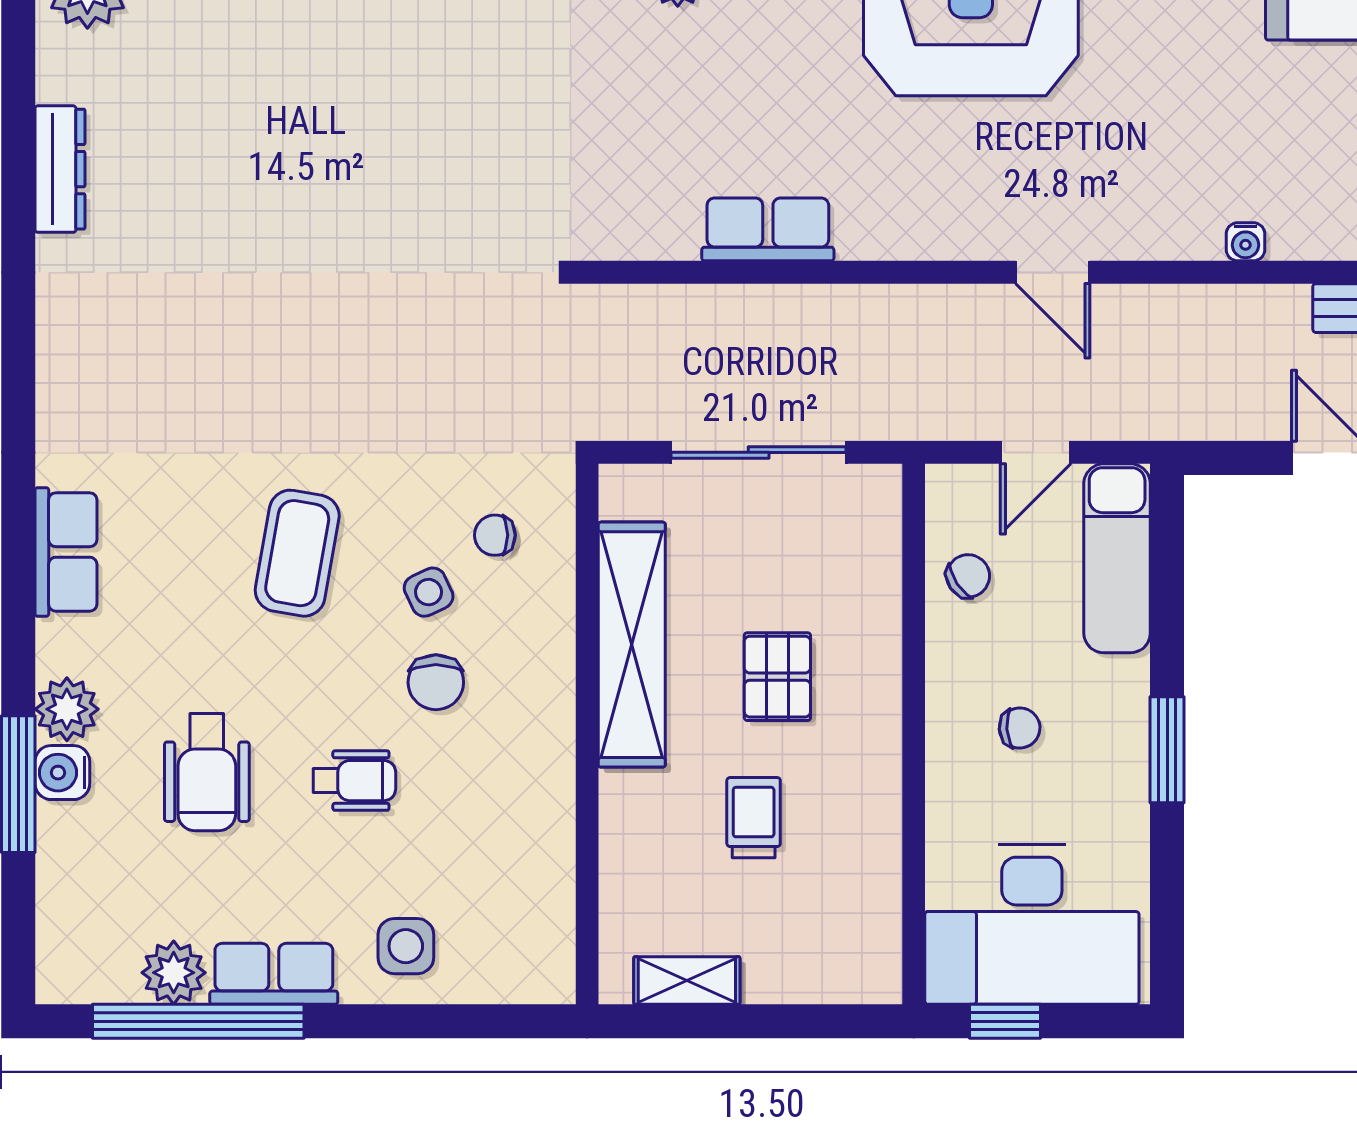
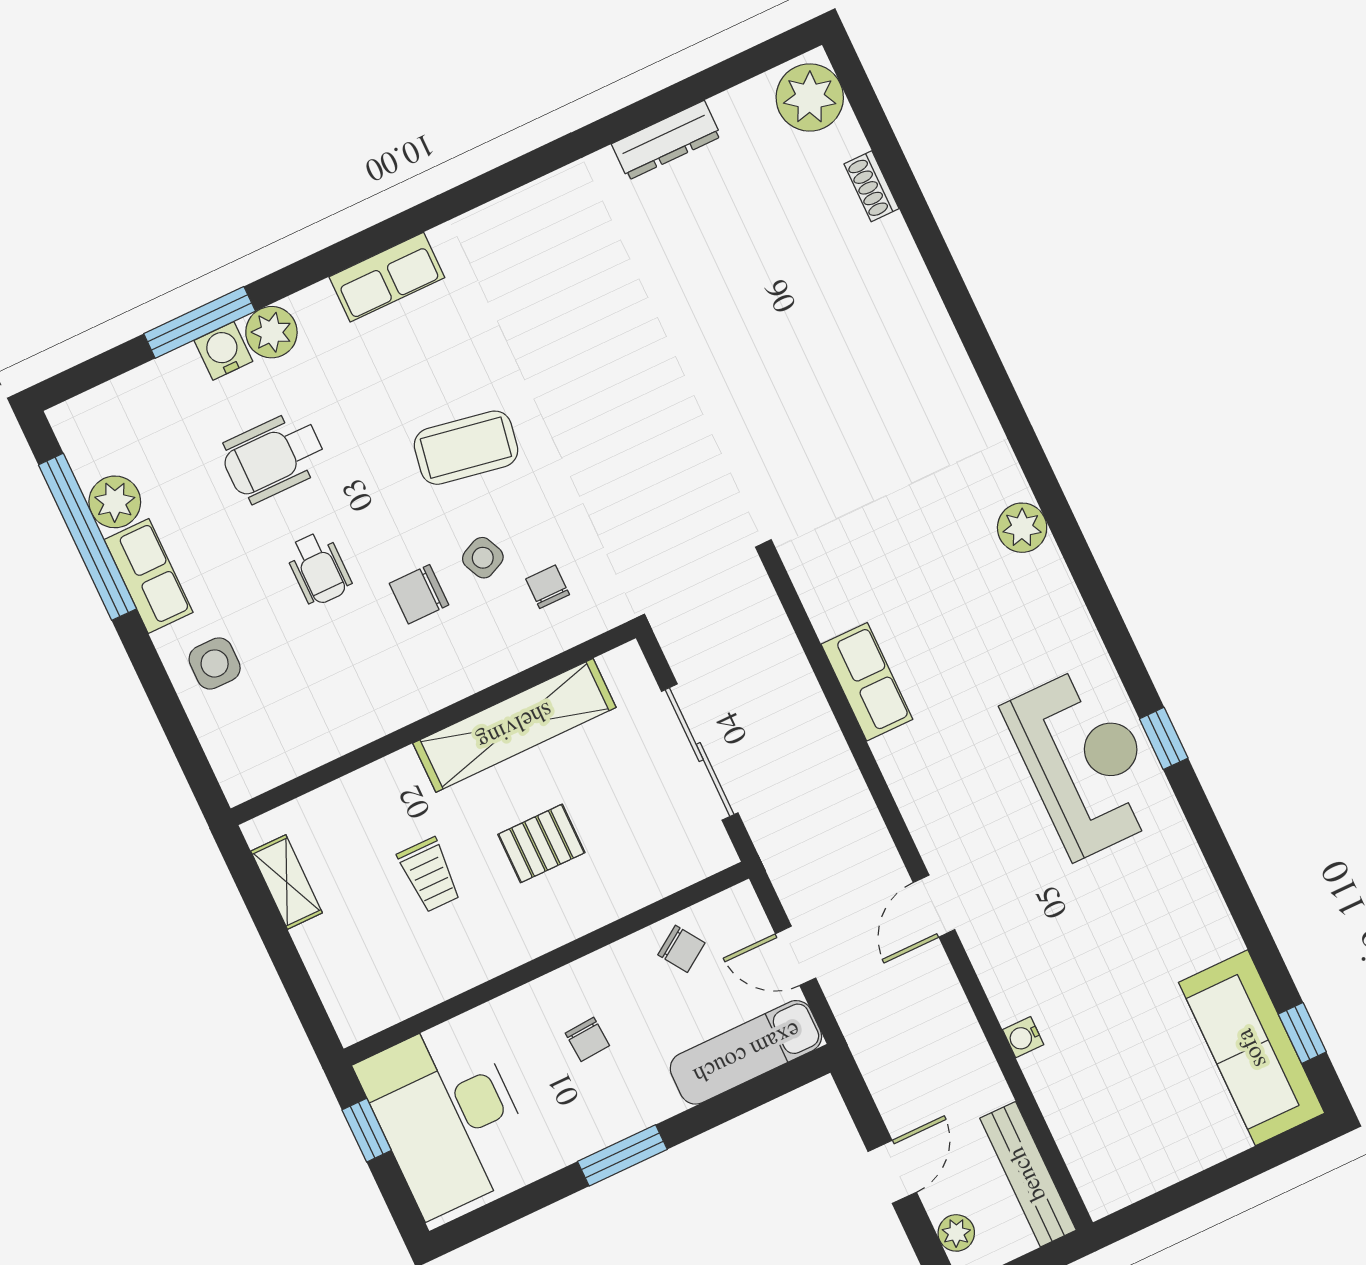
trolley: (754, 818) -> (429, 875), turned 90

